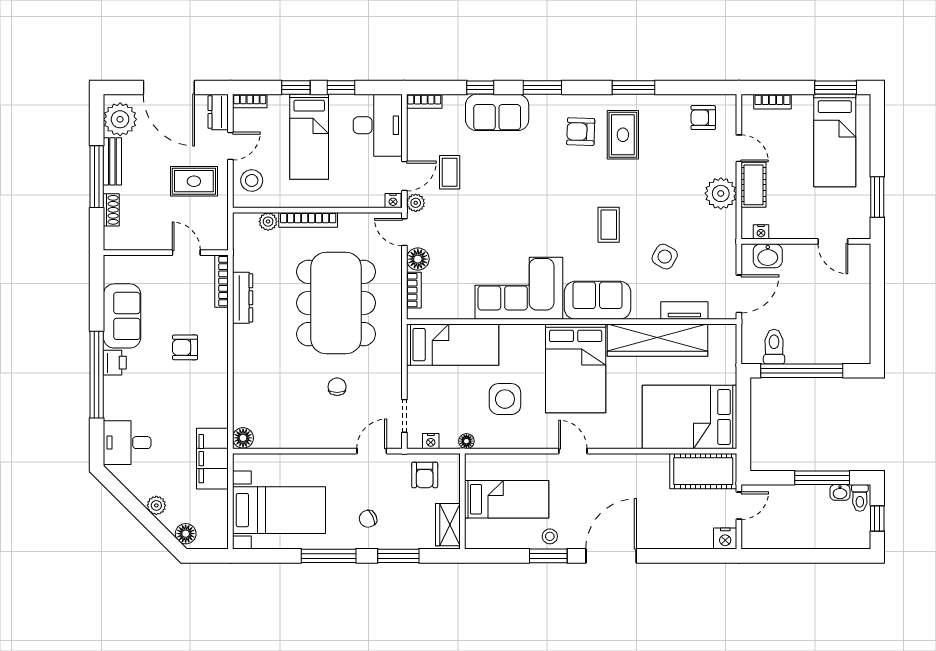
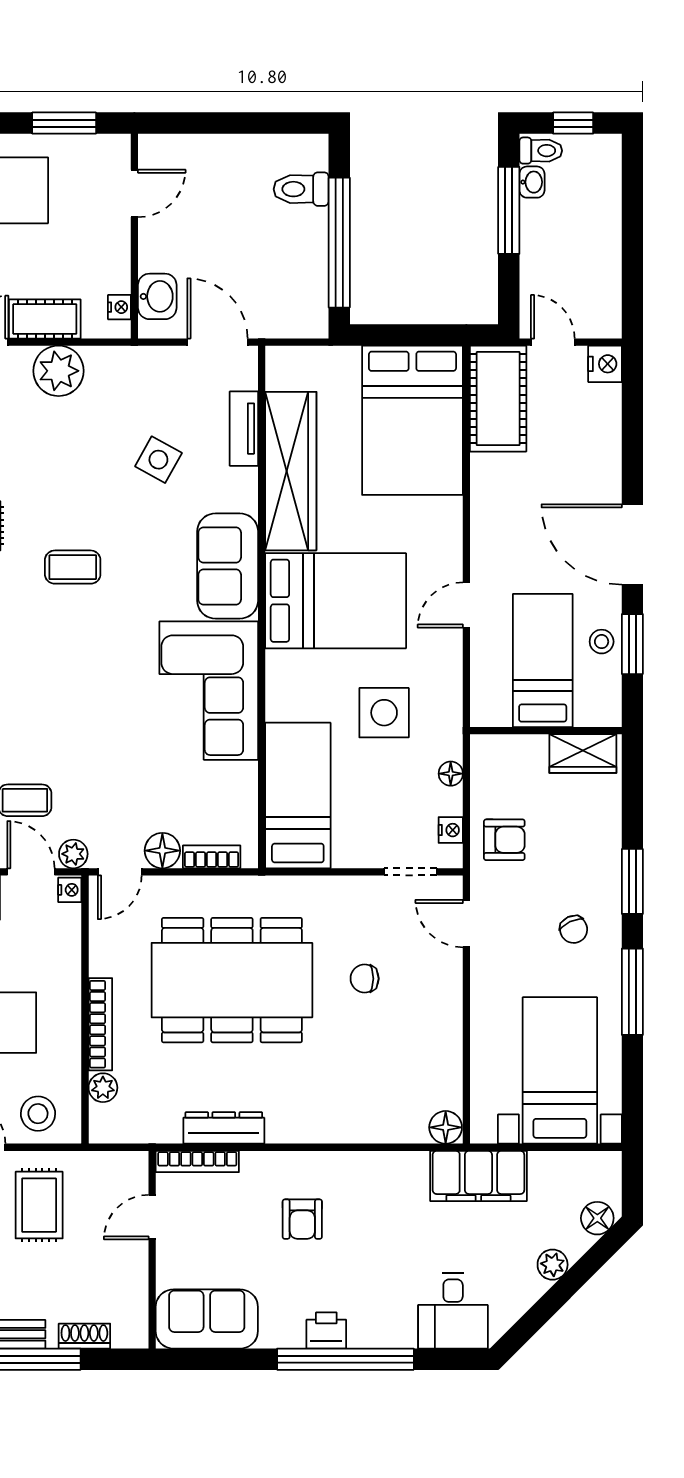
coffee table: (609, 225) -> (73, 567), moved
sofa: (122, 316) -> (207, 1319), moved
toilet: (774, 347) -> (301, 189), moved
bed: (507, 499) -> (543, 660), moved
wall: (462, 501) -> (546, 731), moved
wardrobe: (448, 525) -> (583, 754), moved

